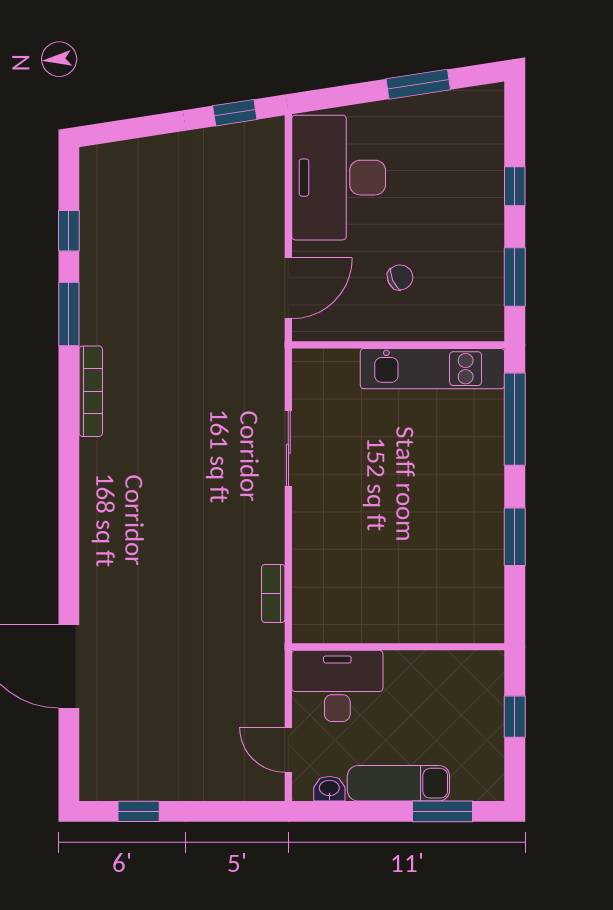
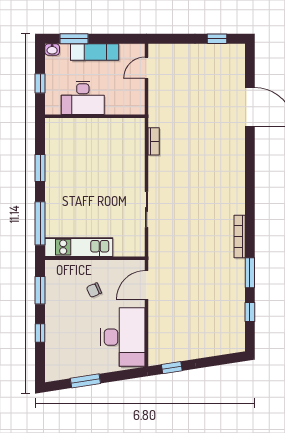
desk: (337, 686) -> (83, 98), moved
door: (288, 750) -> (147, 68), swing flipped
washbasin: (329, 789) -> (52, 49), moved

